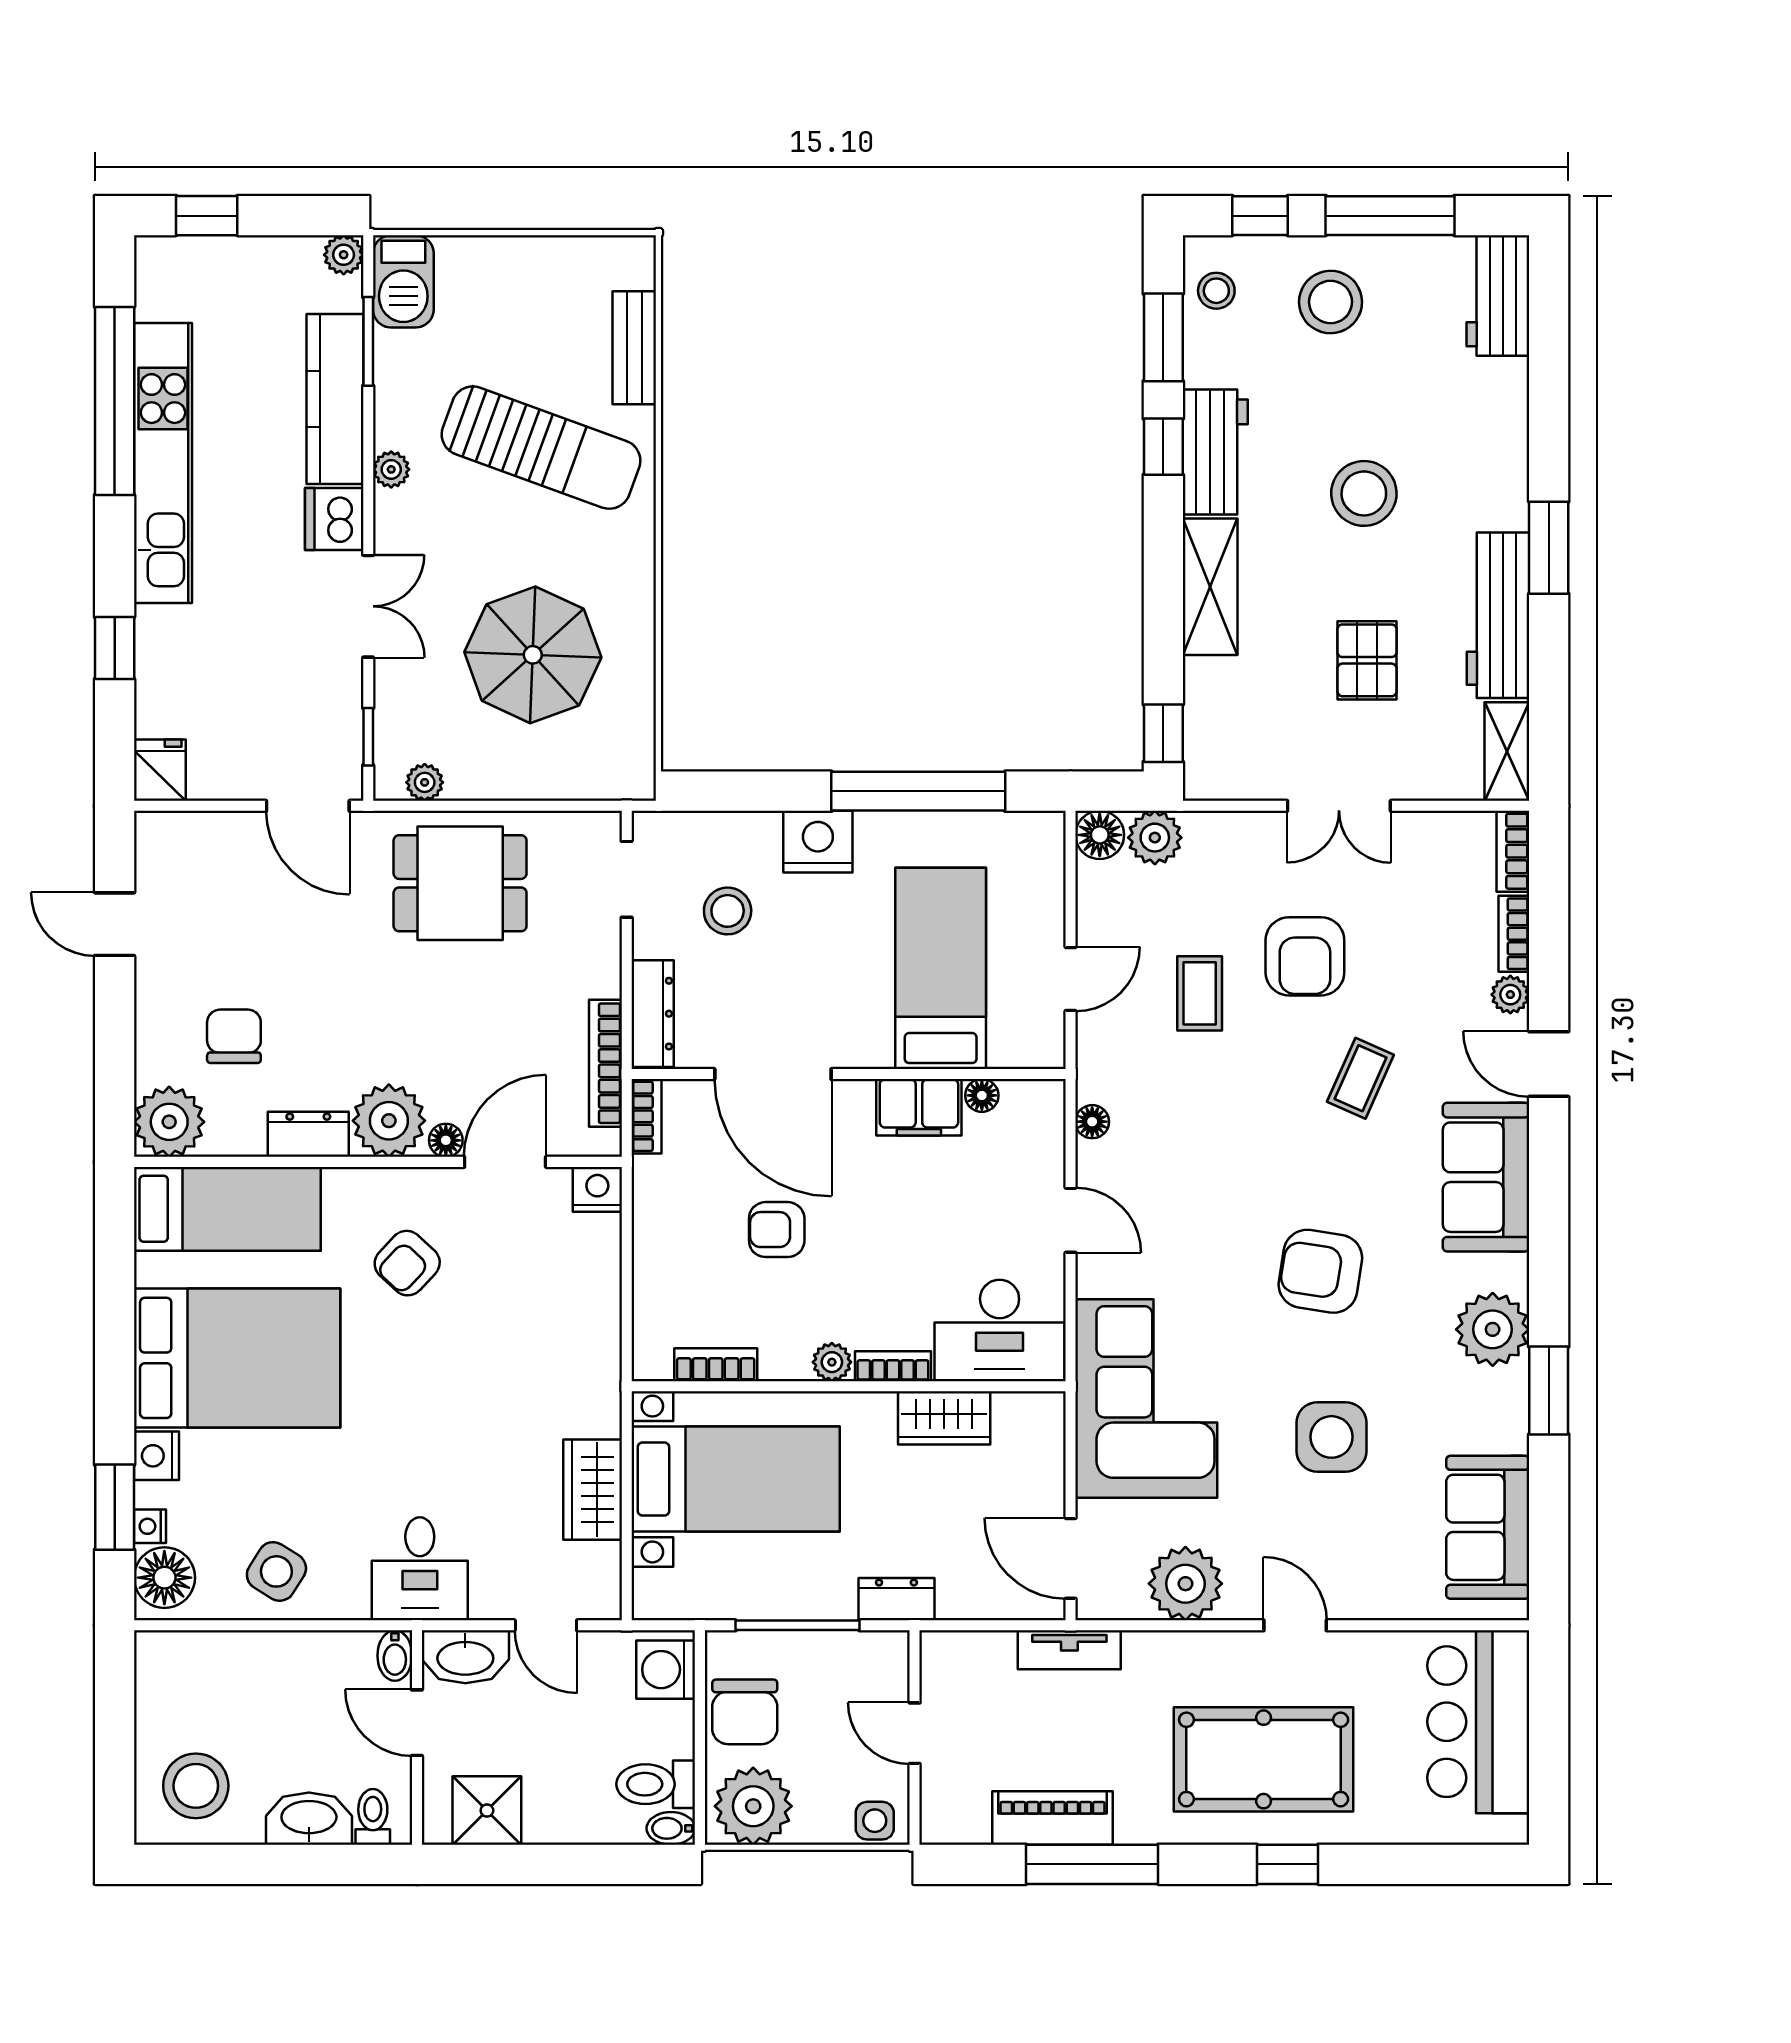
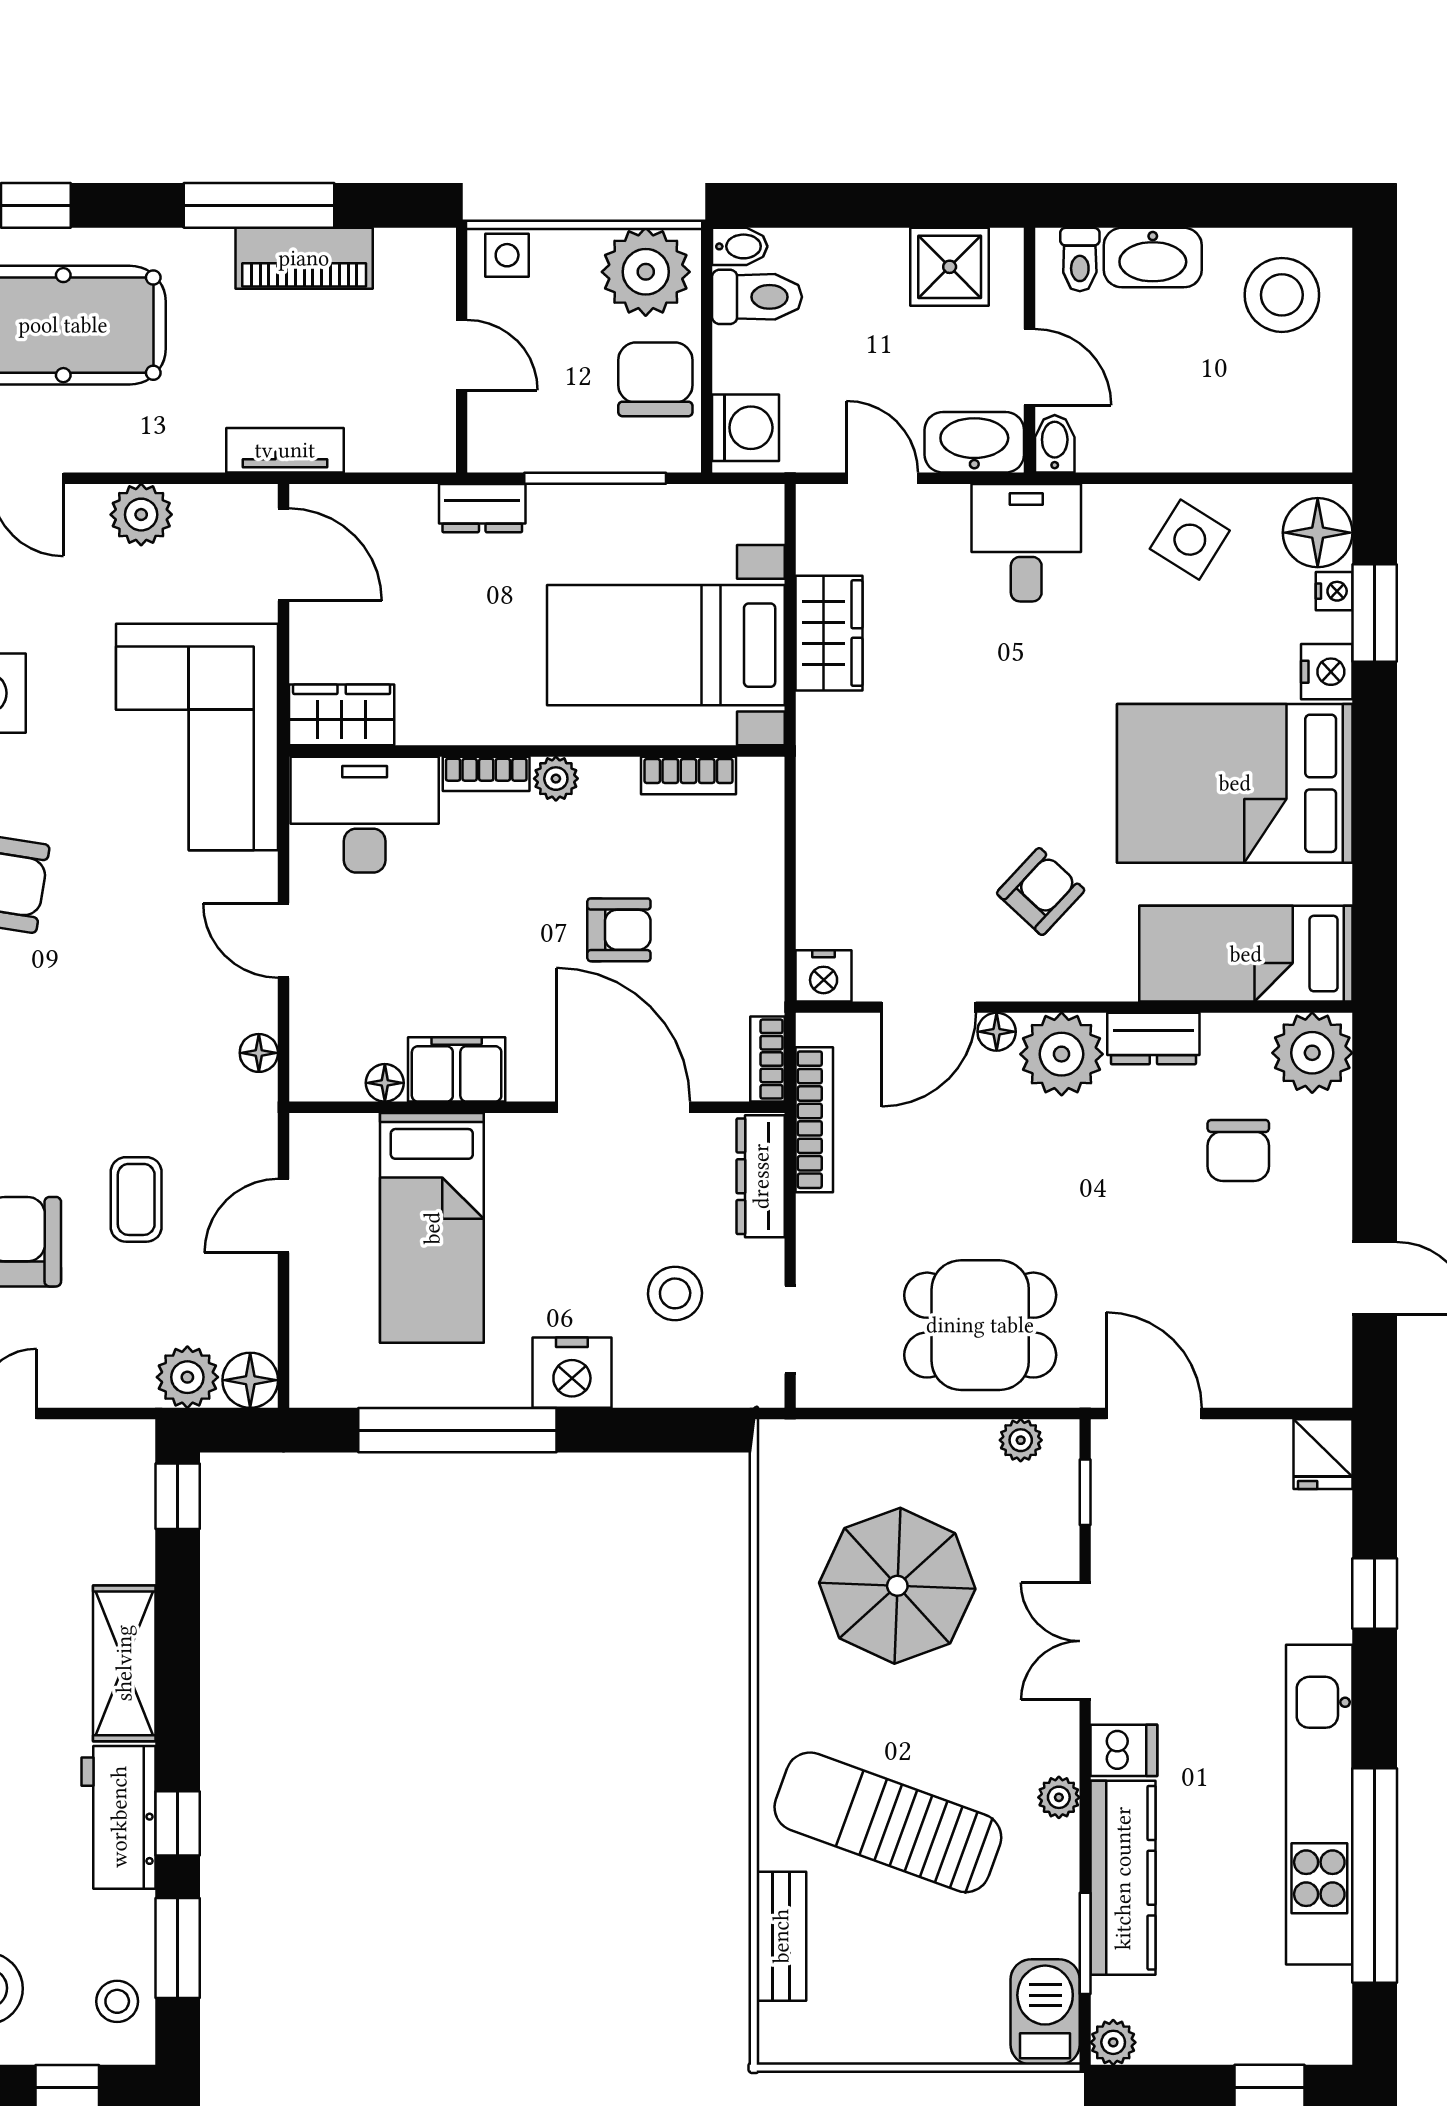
dishwasher: (334, 519) -> (1124, 1750), width x0.73
wardrobe: (944, 1418) -> (342, 715), moved
plant: (1185, 1584) -> (141, 515), width x0.73, depth x0.73

